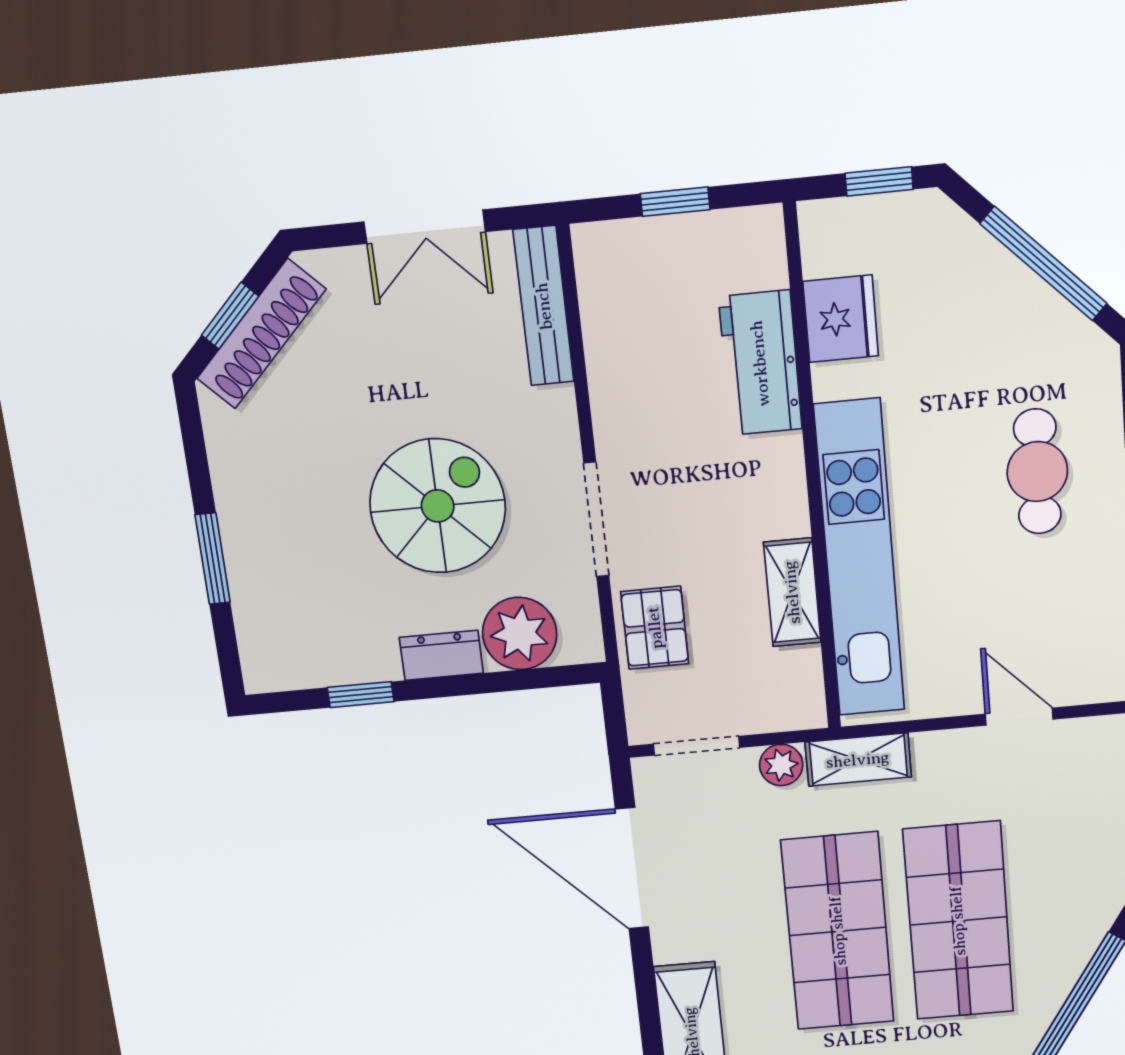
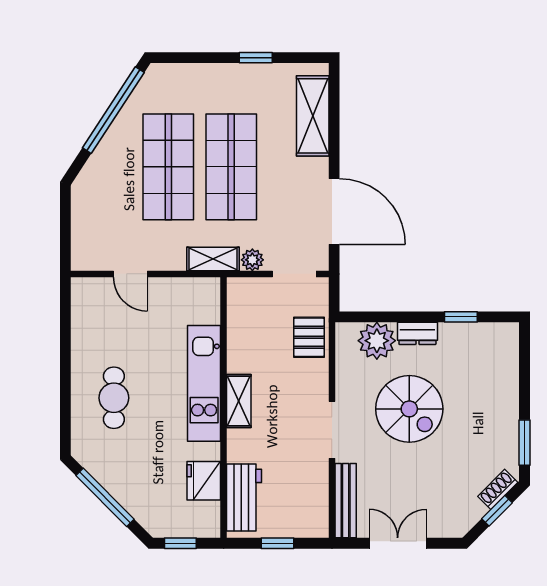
shoe rack: (261, 334) -> (498, 489), width x0.51, depth x0.81
workbench: (760, 363) -> (244, 497), moved
spiral stairs: (438, 506) -> (409, 409), turned -90
doorway: (596, 520) -> (332, 430), moved
window: (213, 559) -> (525, 443), moved
kitchen unit: (860, 559) -> (204, 383), width x0.73
shelving: (792, 592) -> (239, 401), moved

